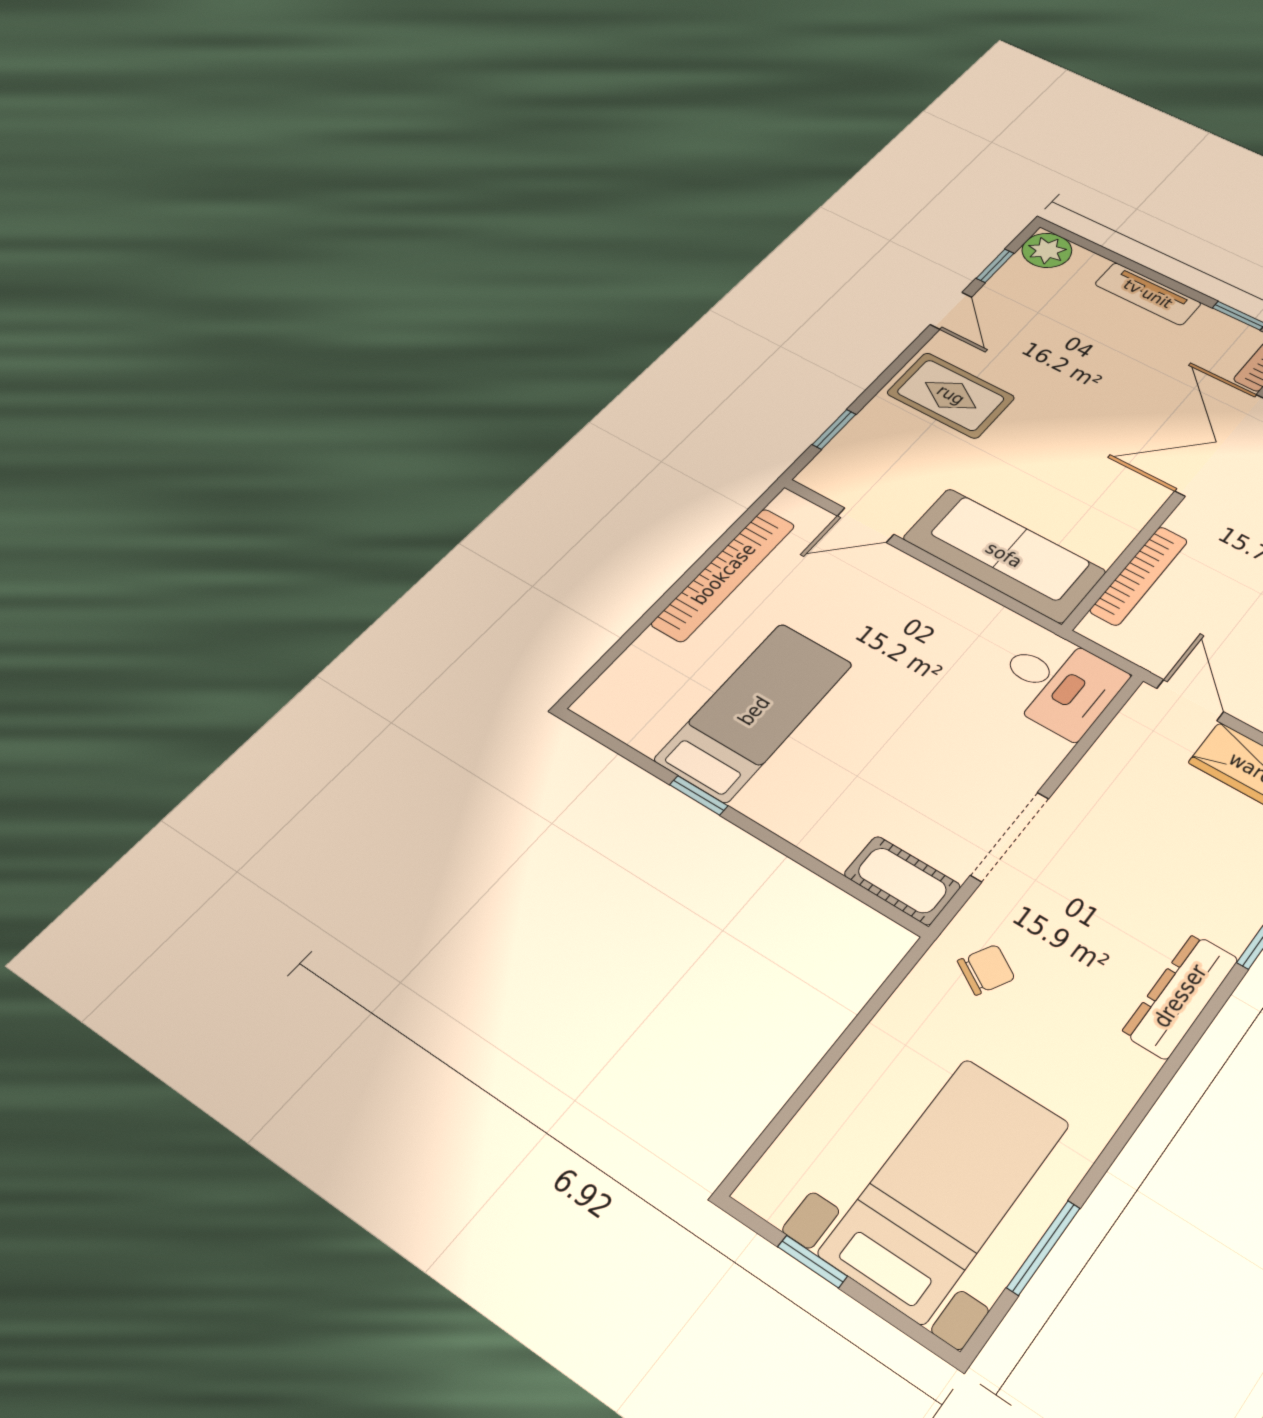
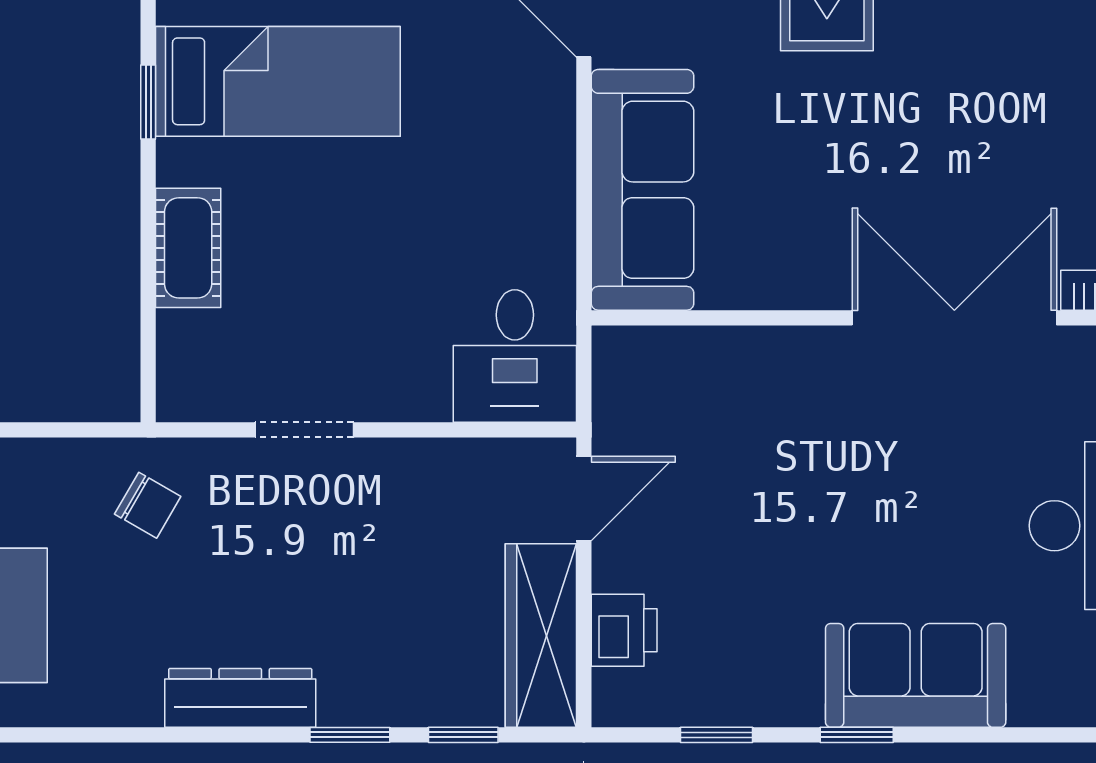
bookcase: (1139, 576) -> (710, 347), removed
doorway: (1010, 837) -> (304, 430), width x0.73
cot: (902, 880) -> (188, 248), moved

